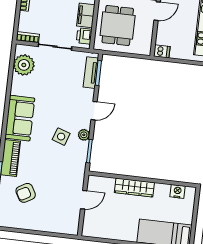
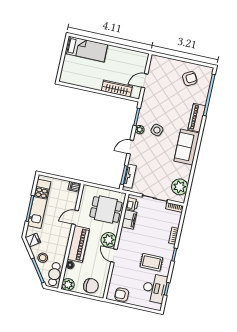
dining table: (118, 26) -> (106, 209), turned 90
wardrobe: (134, 188) -> (117, 89), moved
nightstand: (178, 191) -> (73, 80), removed
armchair: (26, 193) -> (190, 79), moved

